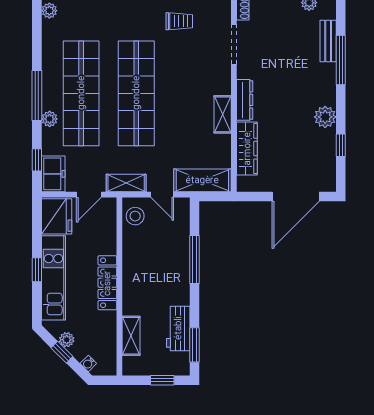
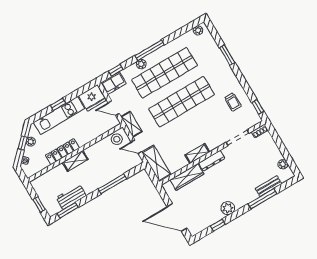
door: (162, 195) -> (136, 147), hinge flipped
locker: (107, 283) -> (62, 152), moved
shelving: (131, 336) -> (75, 161), moved

